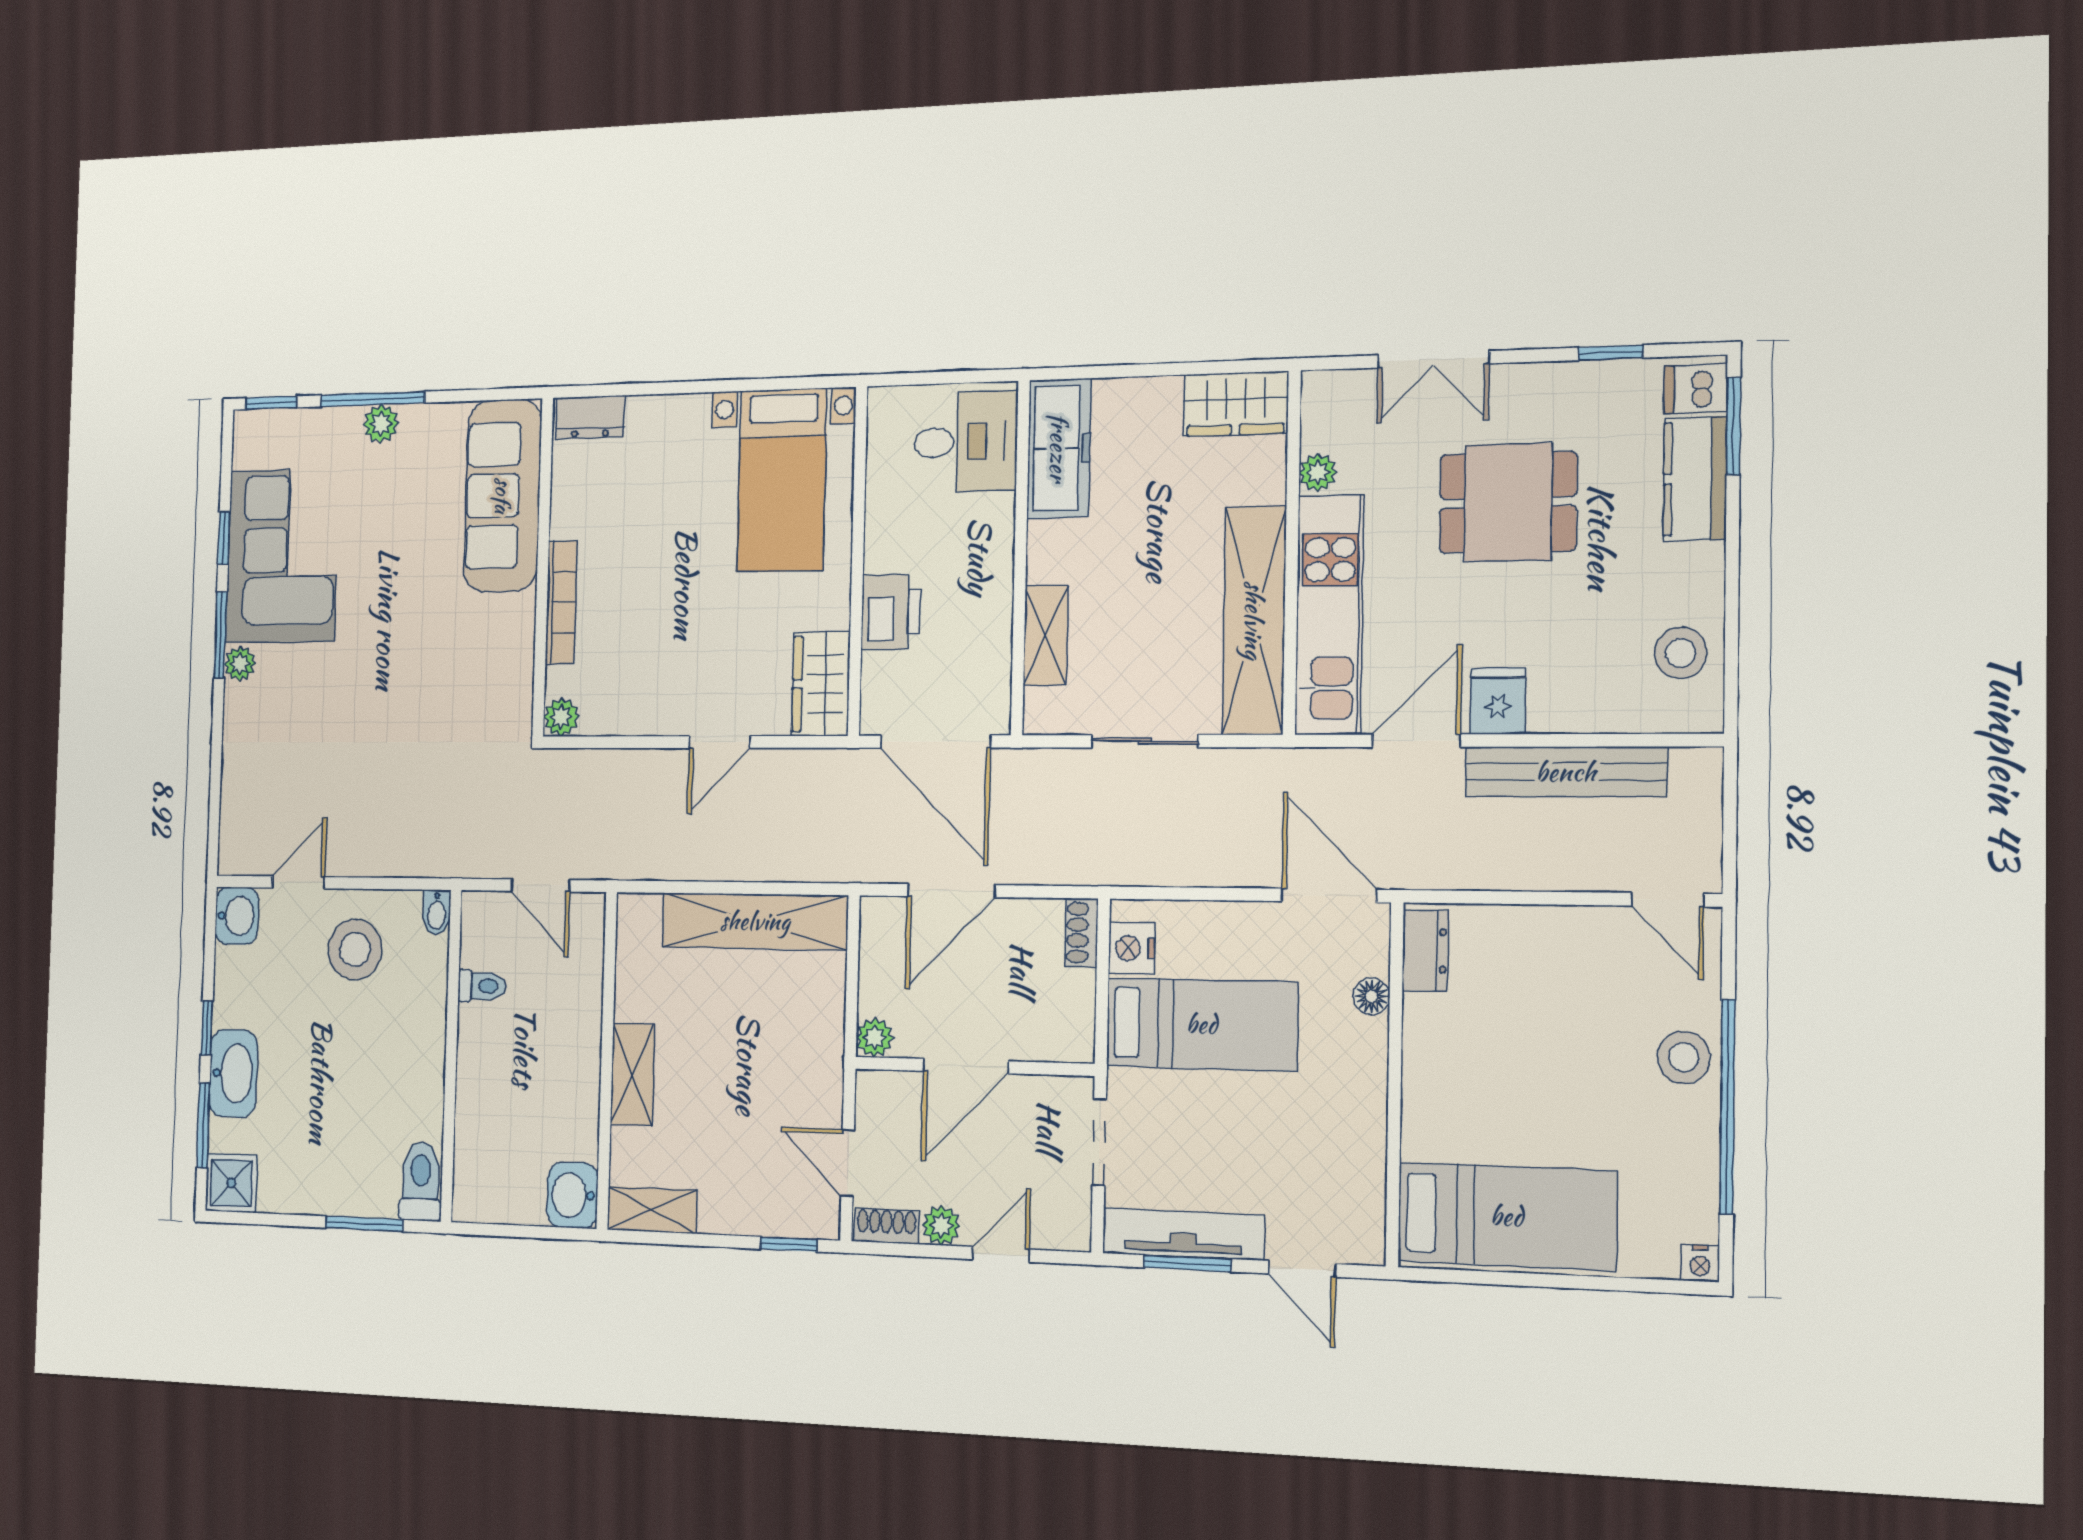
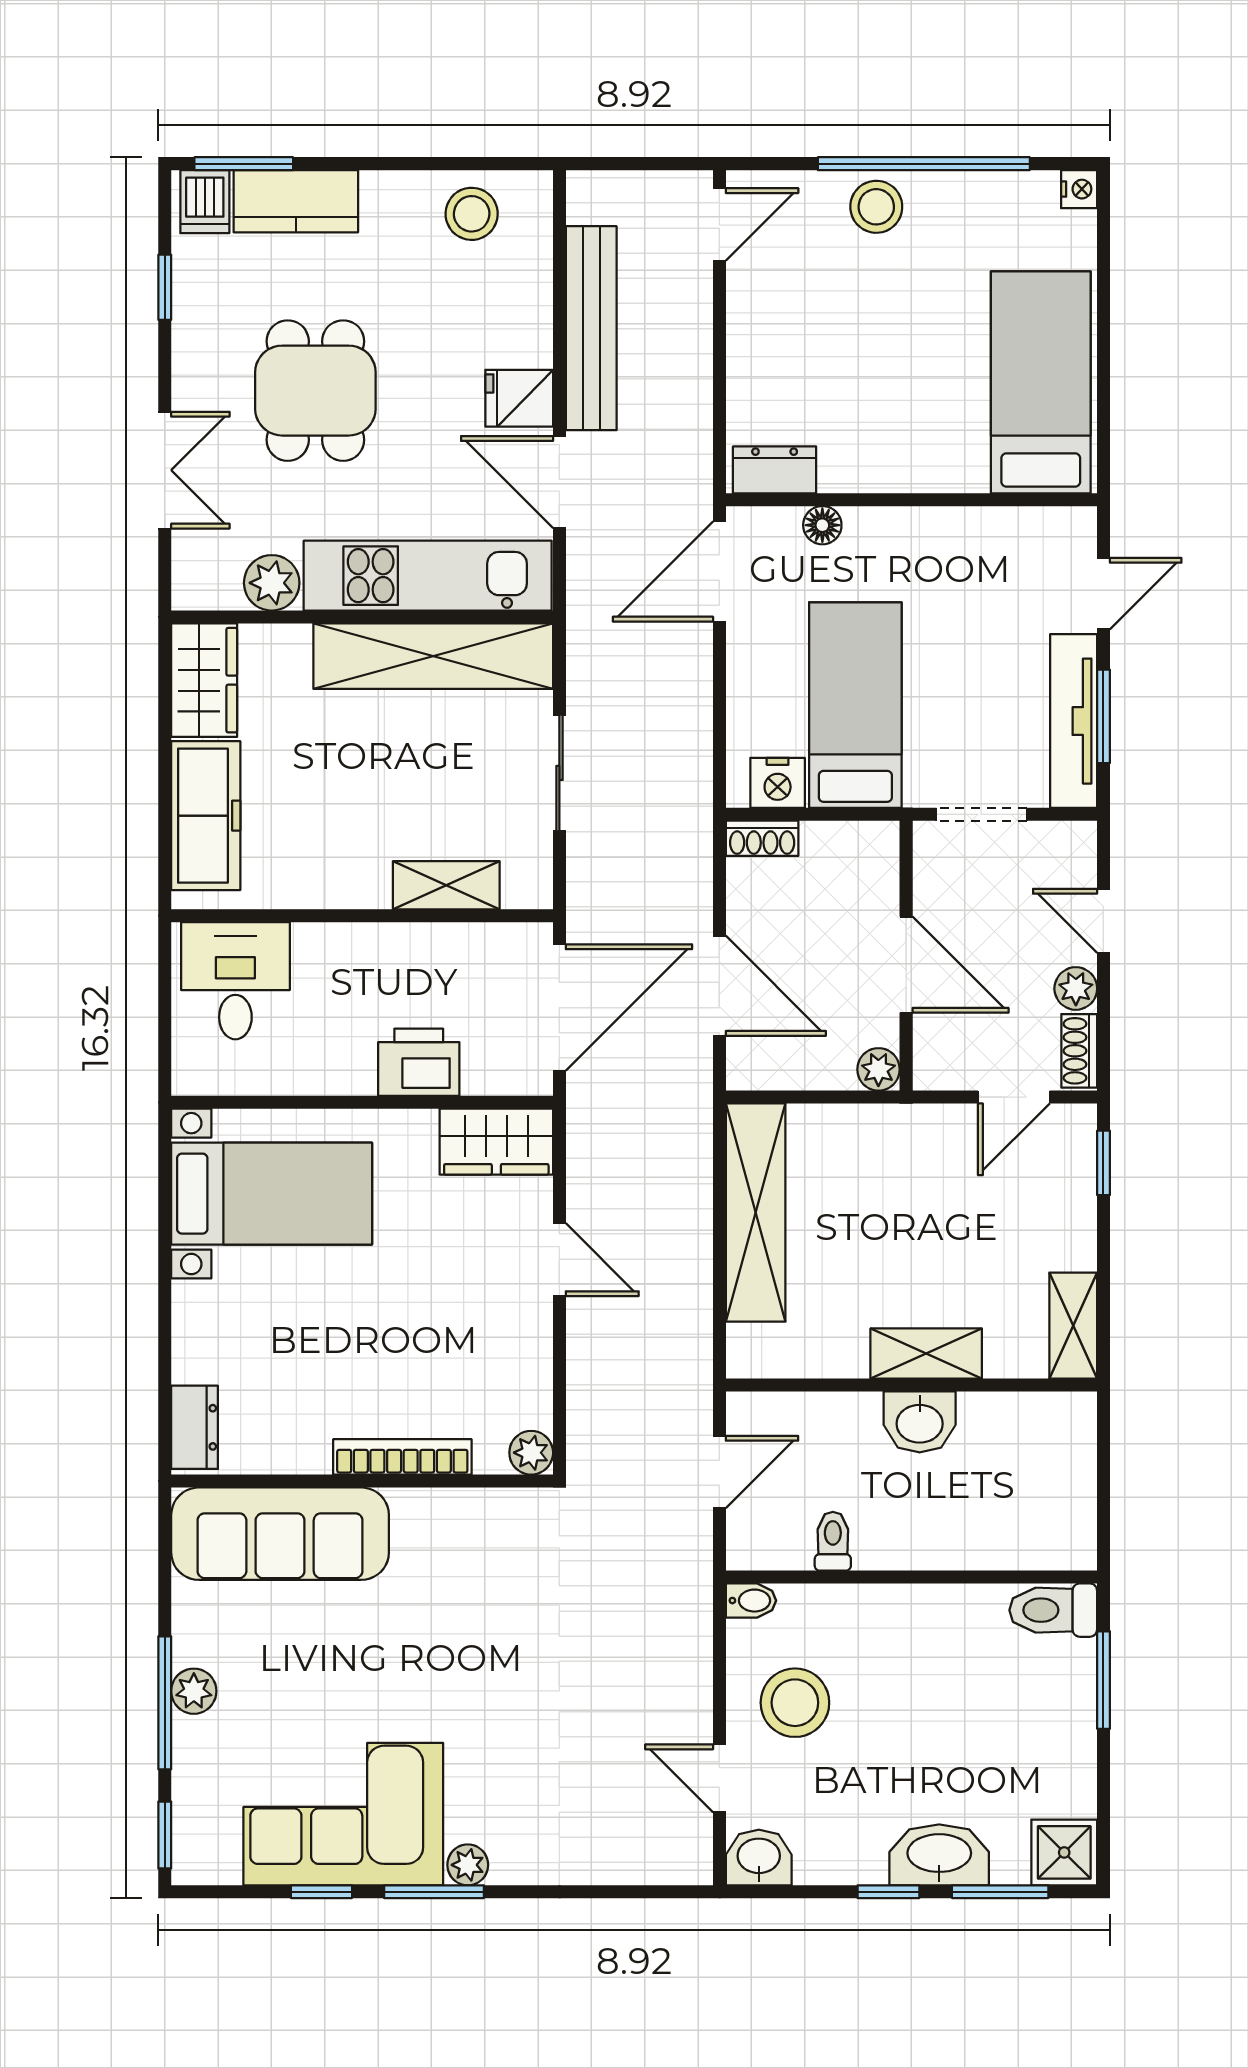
freezer: (1059, 448) -> (206, 816), moved, turned 90
plant: (1318, 473) -> (272, 583), width x1.38, depth x1.38
washbasin: (573, 1195) -> (920, 1422), moved

